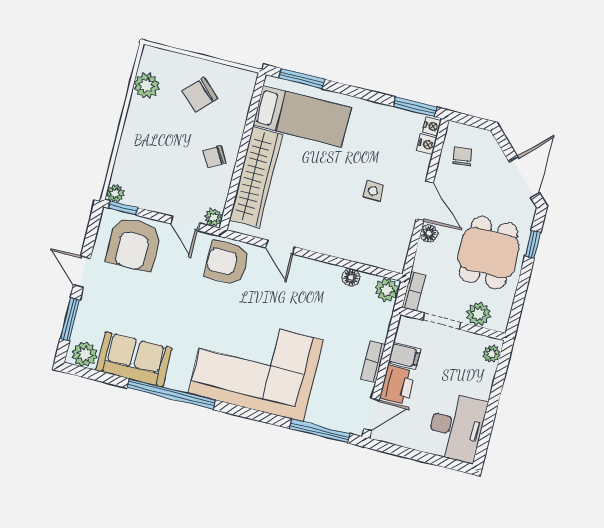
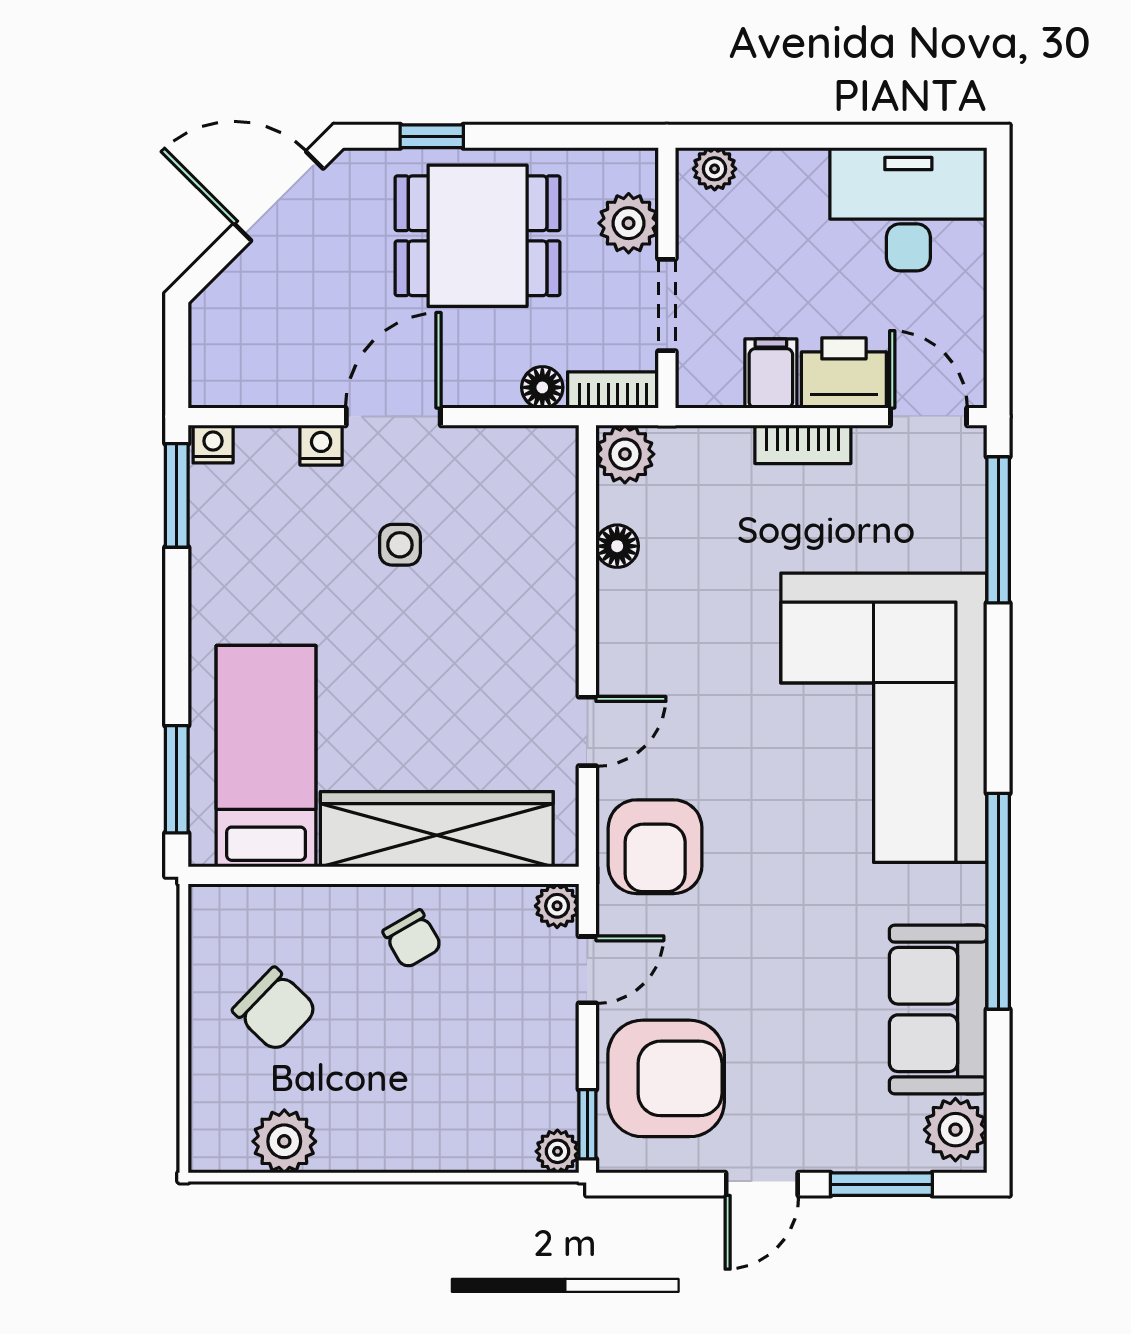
nightstand: (427, 144) -> (321, 445), moved
chair: (462, 156) -> (265, 354), removed
floor lamp: (429, 233) -> (542, 387), moved

